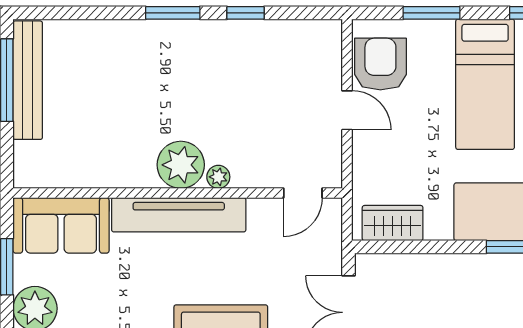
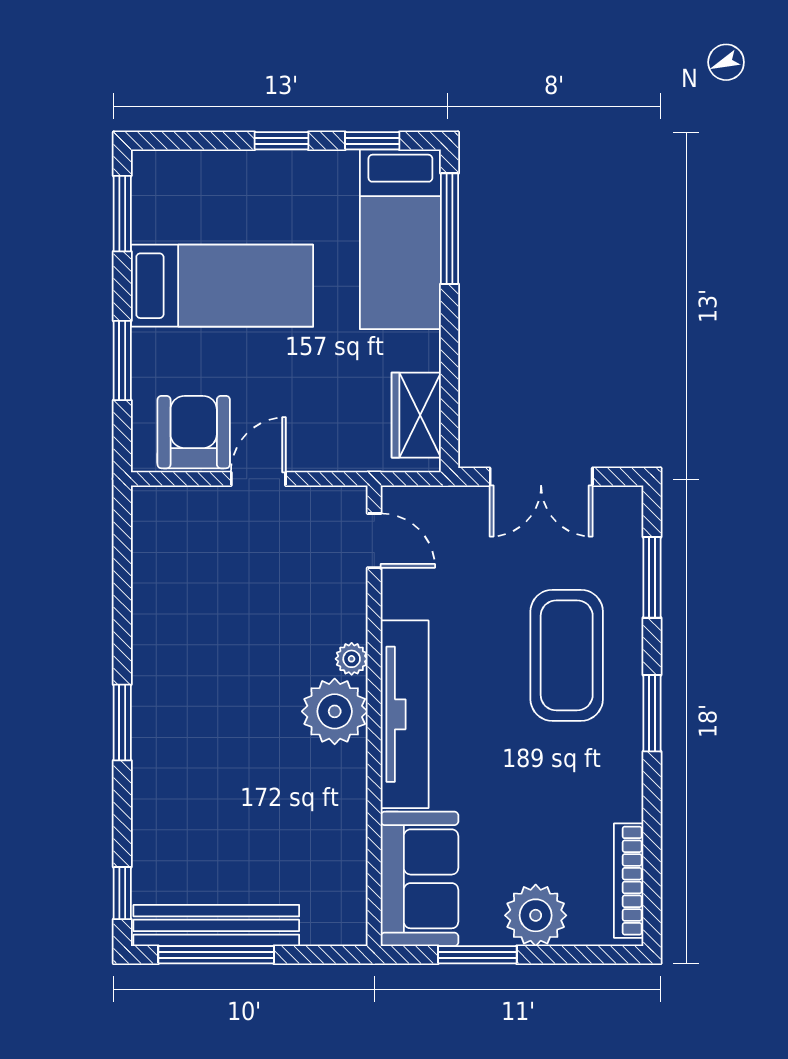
window: (245, 13) -> (122, 893), moved
armchair: (380, 64) -> (194, 432), turned 90

